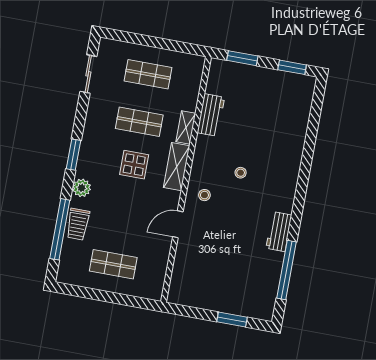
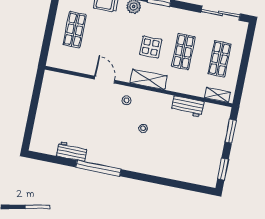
sliding door: (88, 74) -> (221, 13), width x1.37
shelving: (186, 128) -> (217, 95), moved
workbench: (279, 232) -> (72, 152), moved
window: (286, 270) -> (98, 168), moved
window: (232, 320) -> (31, 120), removed

